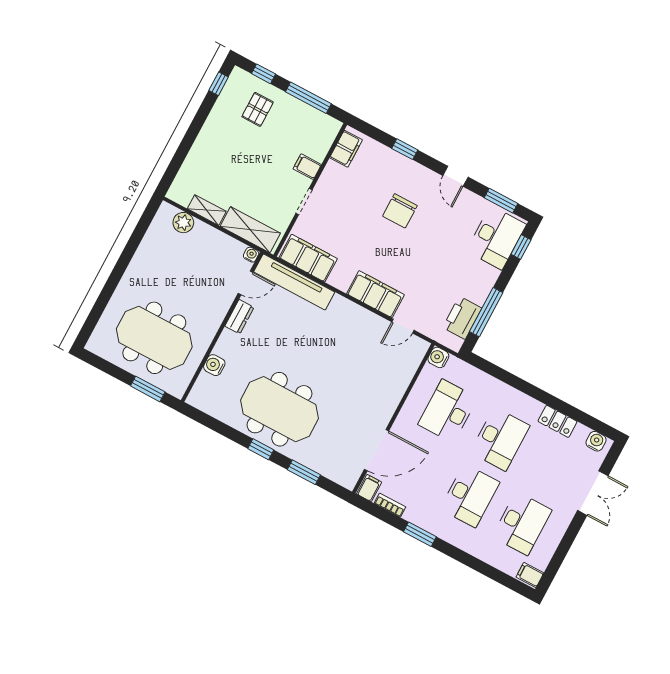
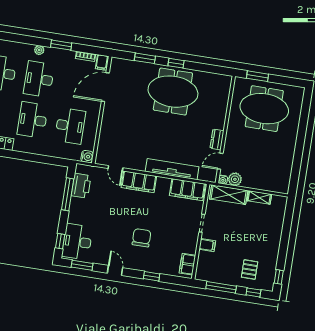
plant: (183, 223) -> (235, 179), moved
tv unit: (294, 282) -> (172, 169), moved
door: (403, 326) -> (115, 168), swing flipped
water cooler: (214, 365) -> (222, 105), removed
plant: (455, 538) -> (39, 50), added

